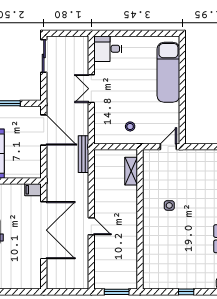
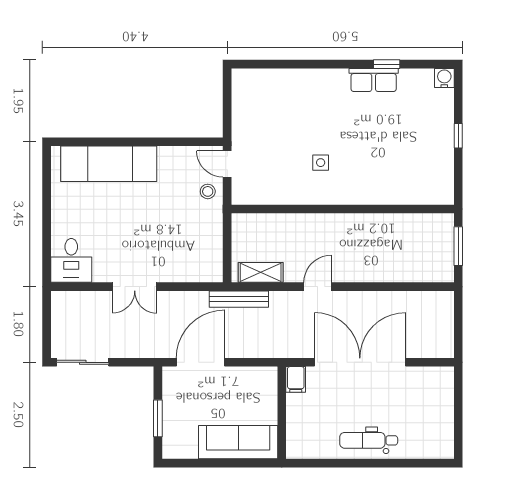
stool: (130, 126) -> (208, 191), moved
shelving: (131, 171) -> (261, 272), moved
door: (91, 226) -> (318, 287), moved

